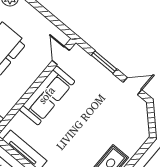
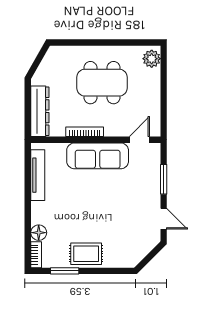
bookcase: (22, 90) -> (85, 132), added

